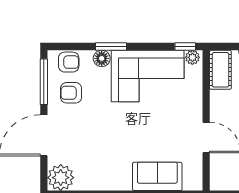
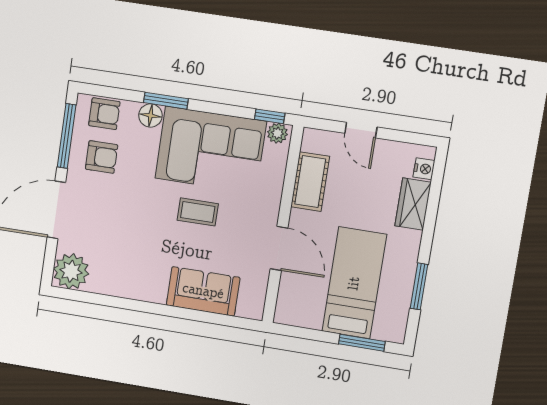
cot: (220, 70) -> (310, 182), moved
armchair: (71, 93) -> (102, 157), turned 180
coffee table: (145, 121) -> (198, 212), added

